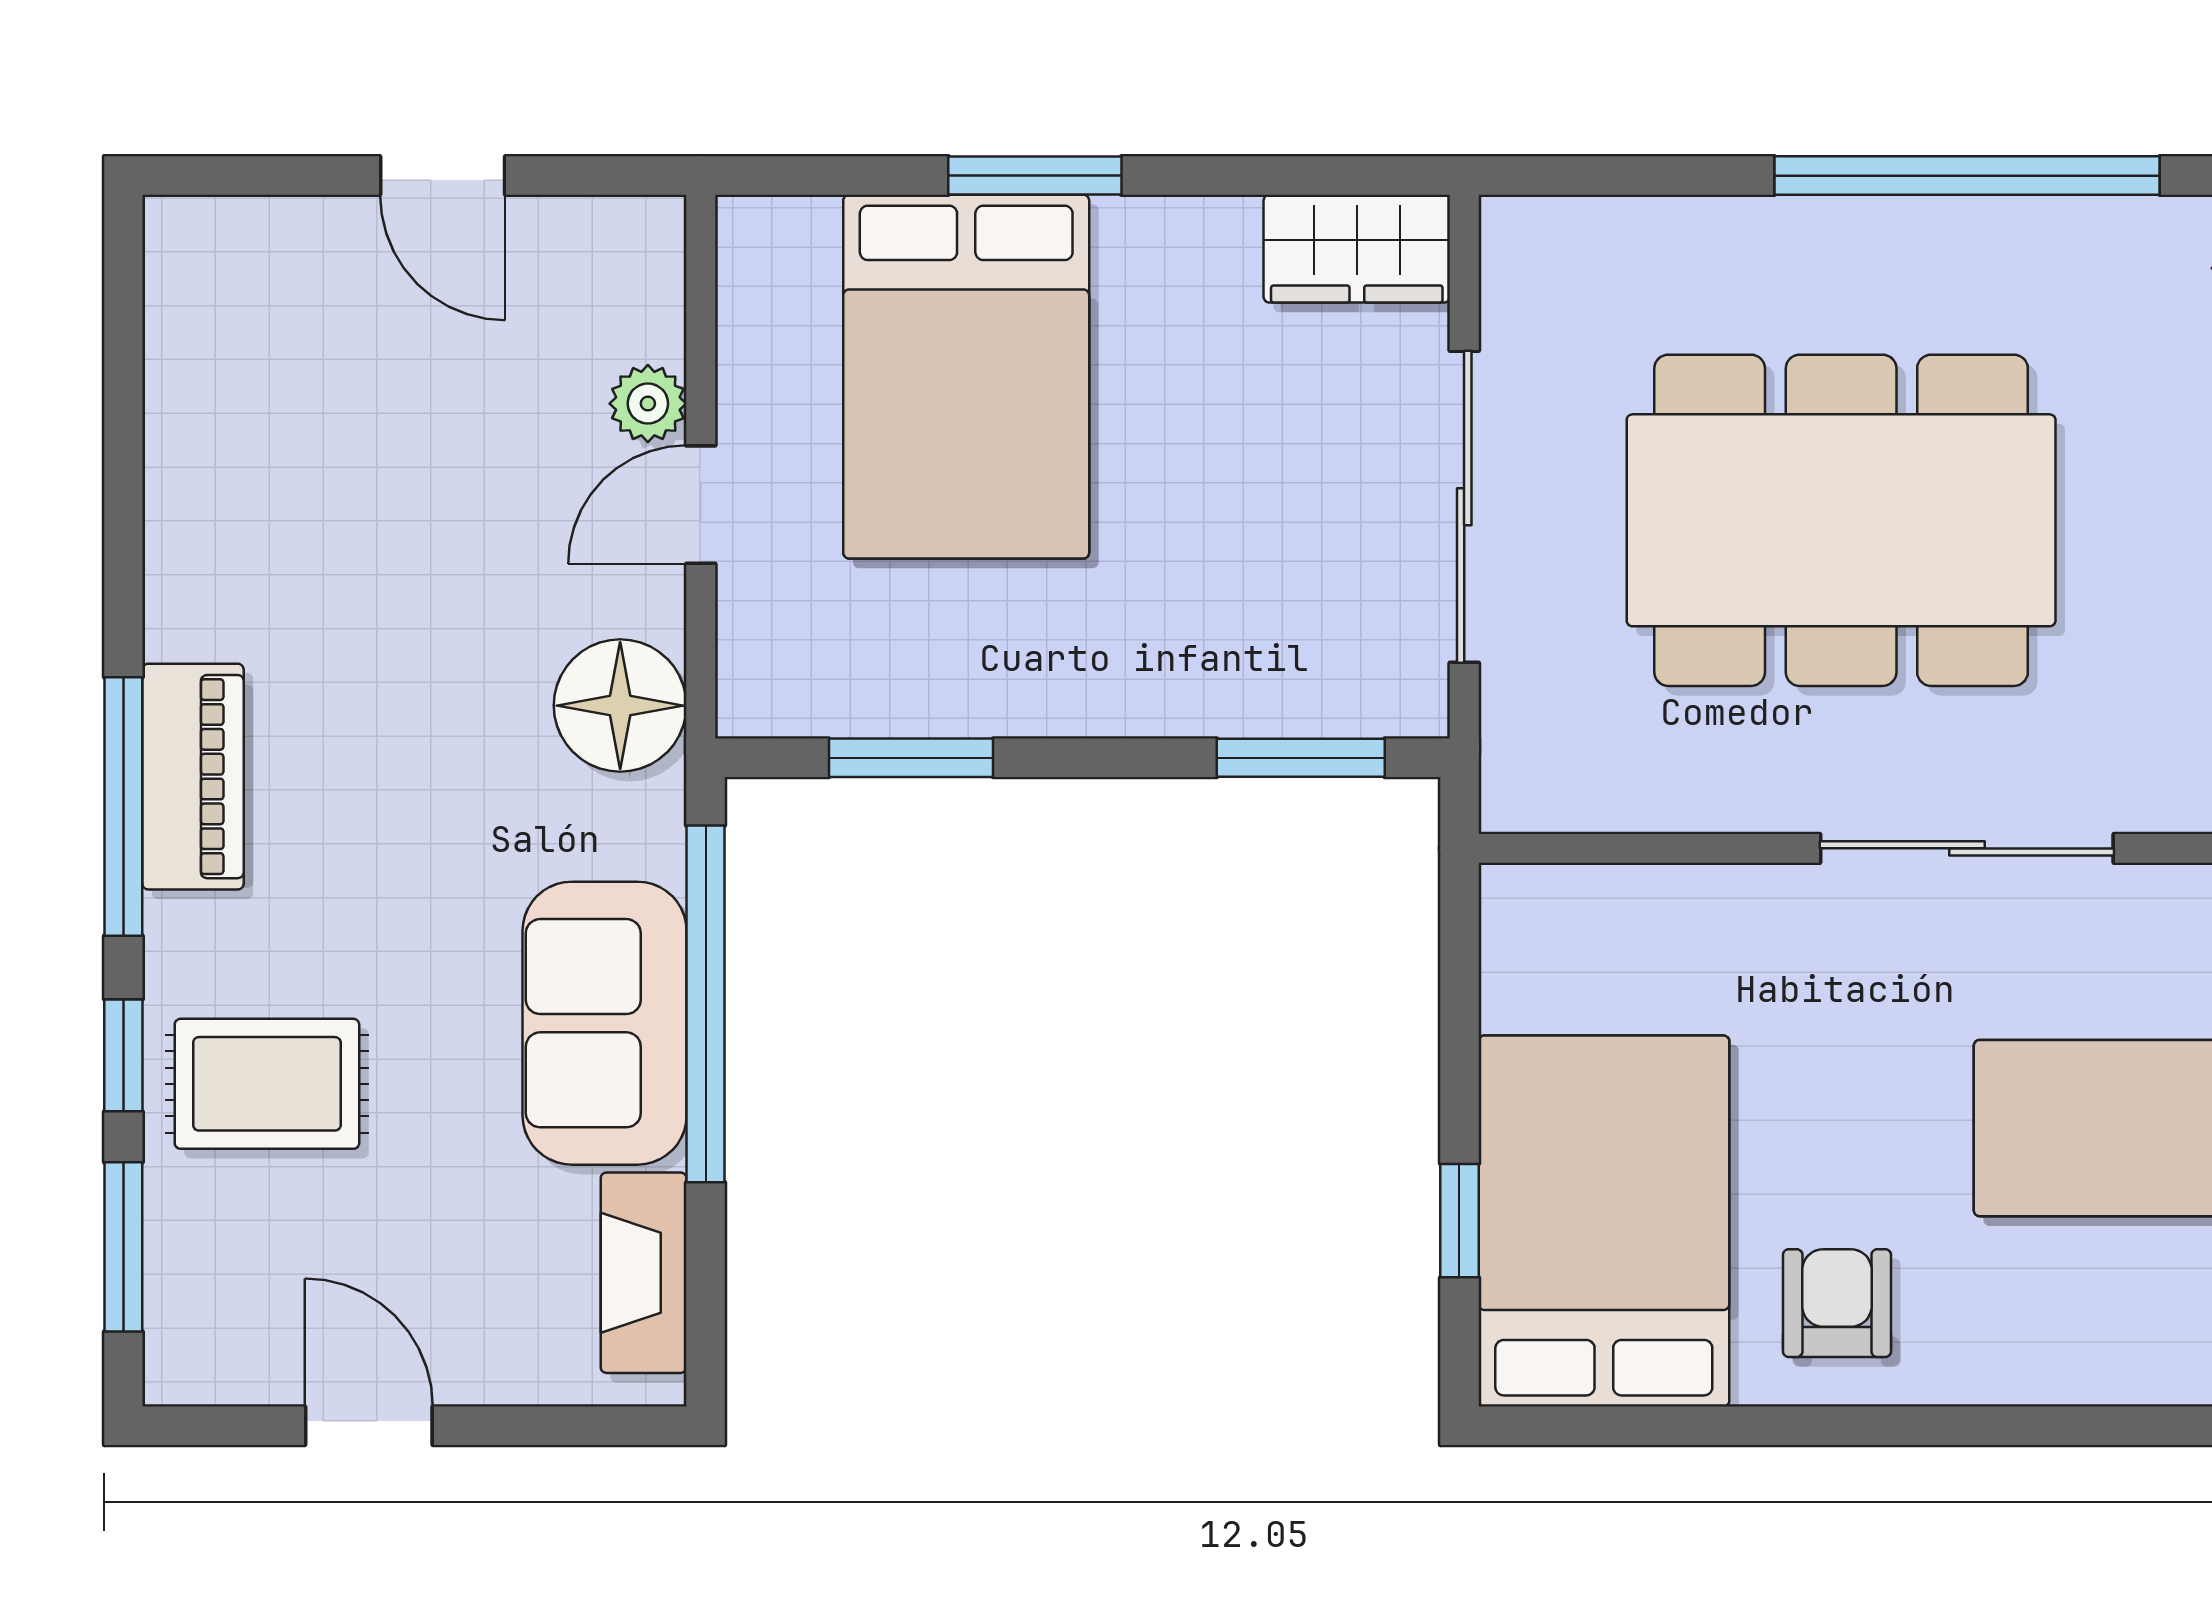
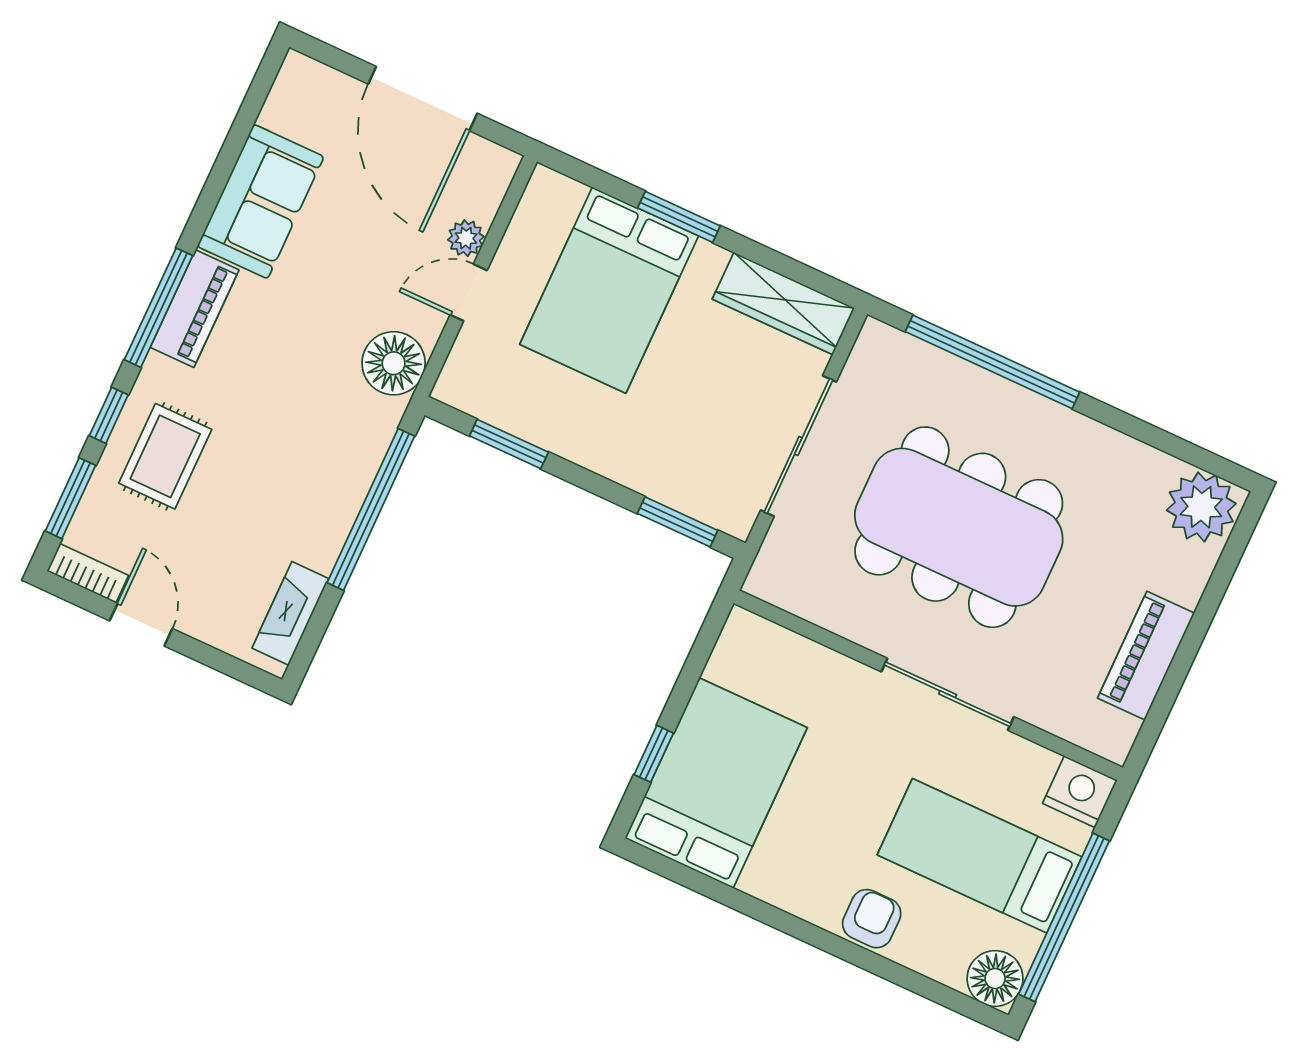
door: (443, 176) -> (423, 99), width x1.87
window: (1967, 176) -> (993, 362), moved
wardrobe: (1357, 249) -> (783, 304), width x1.50
sofa: (605, 1023) -> (261, 201), moved, turned 180
rug: (267, 1084) -> (165, 456), turned 90
armchair: (1837, 1303) -> (872, 919), moved
bookcase: (222, 1375) -> (88, 573), added

